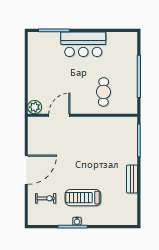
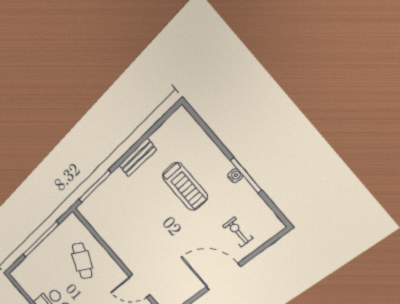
cafe table: (103, 92) -> (82, 261), turned -64
treadmill: (83, 198) -> (185, 186), moved

